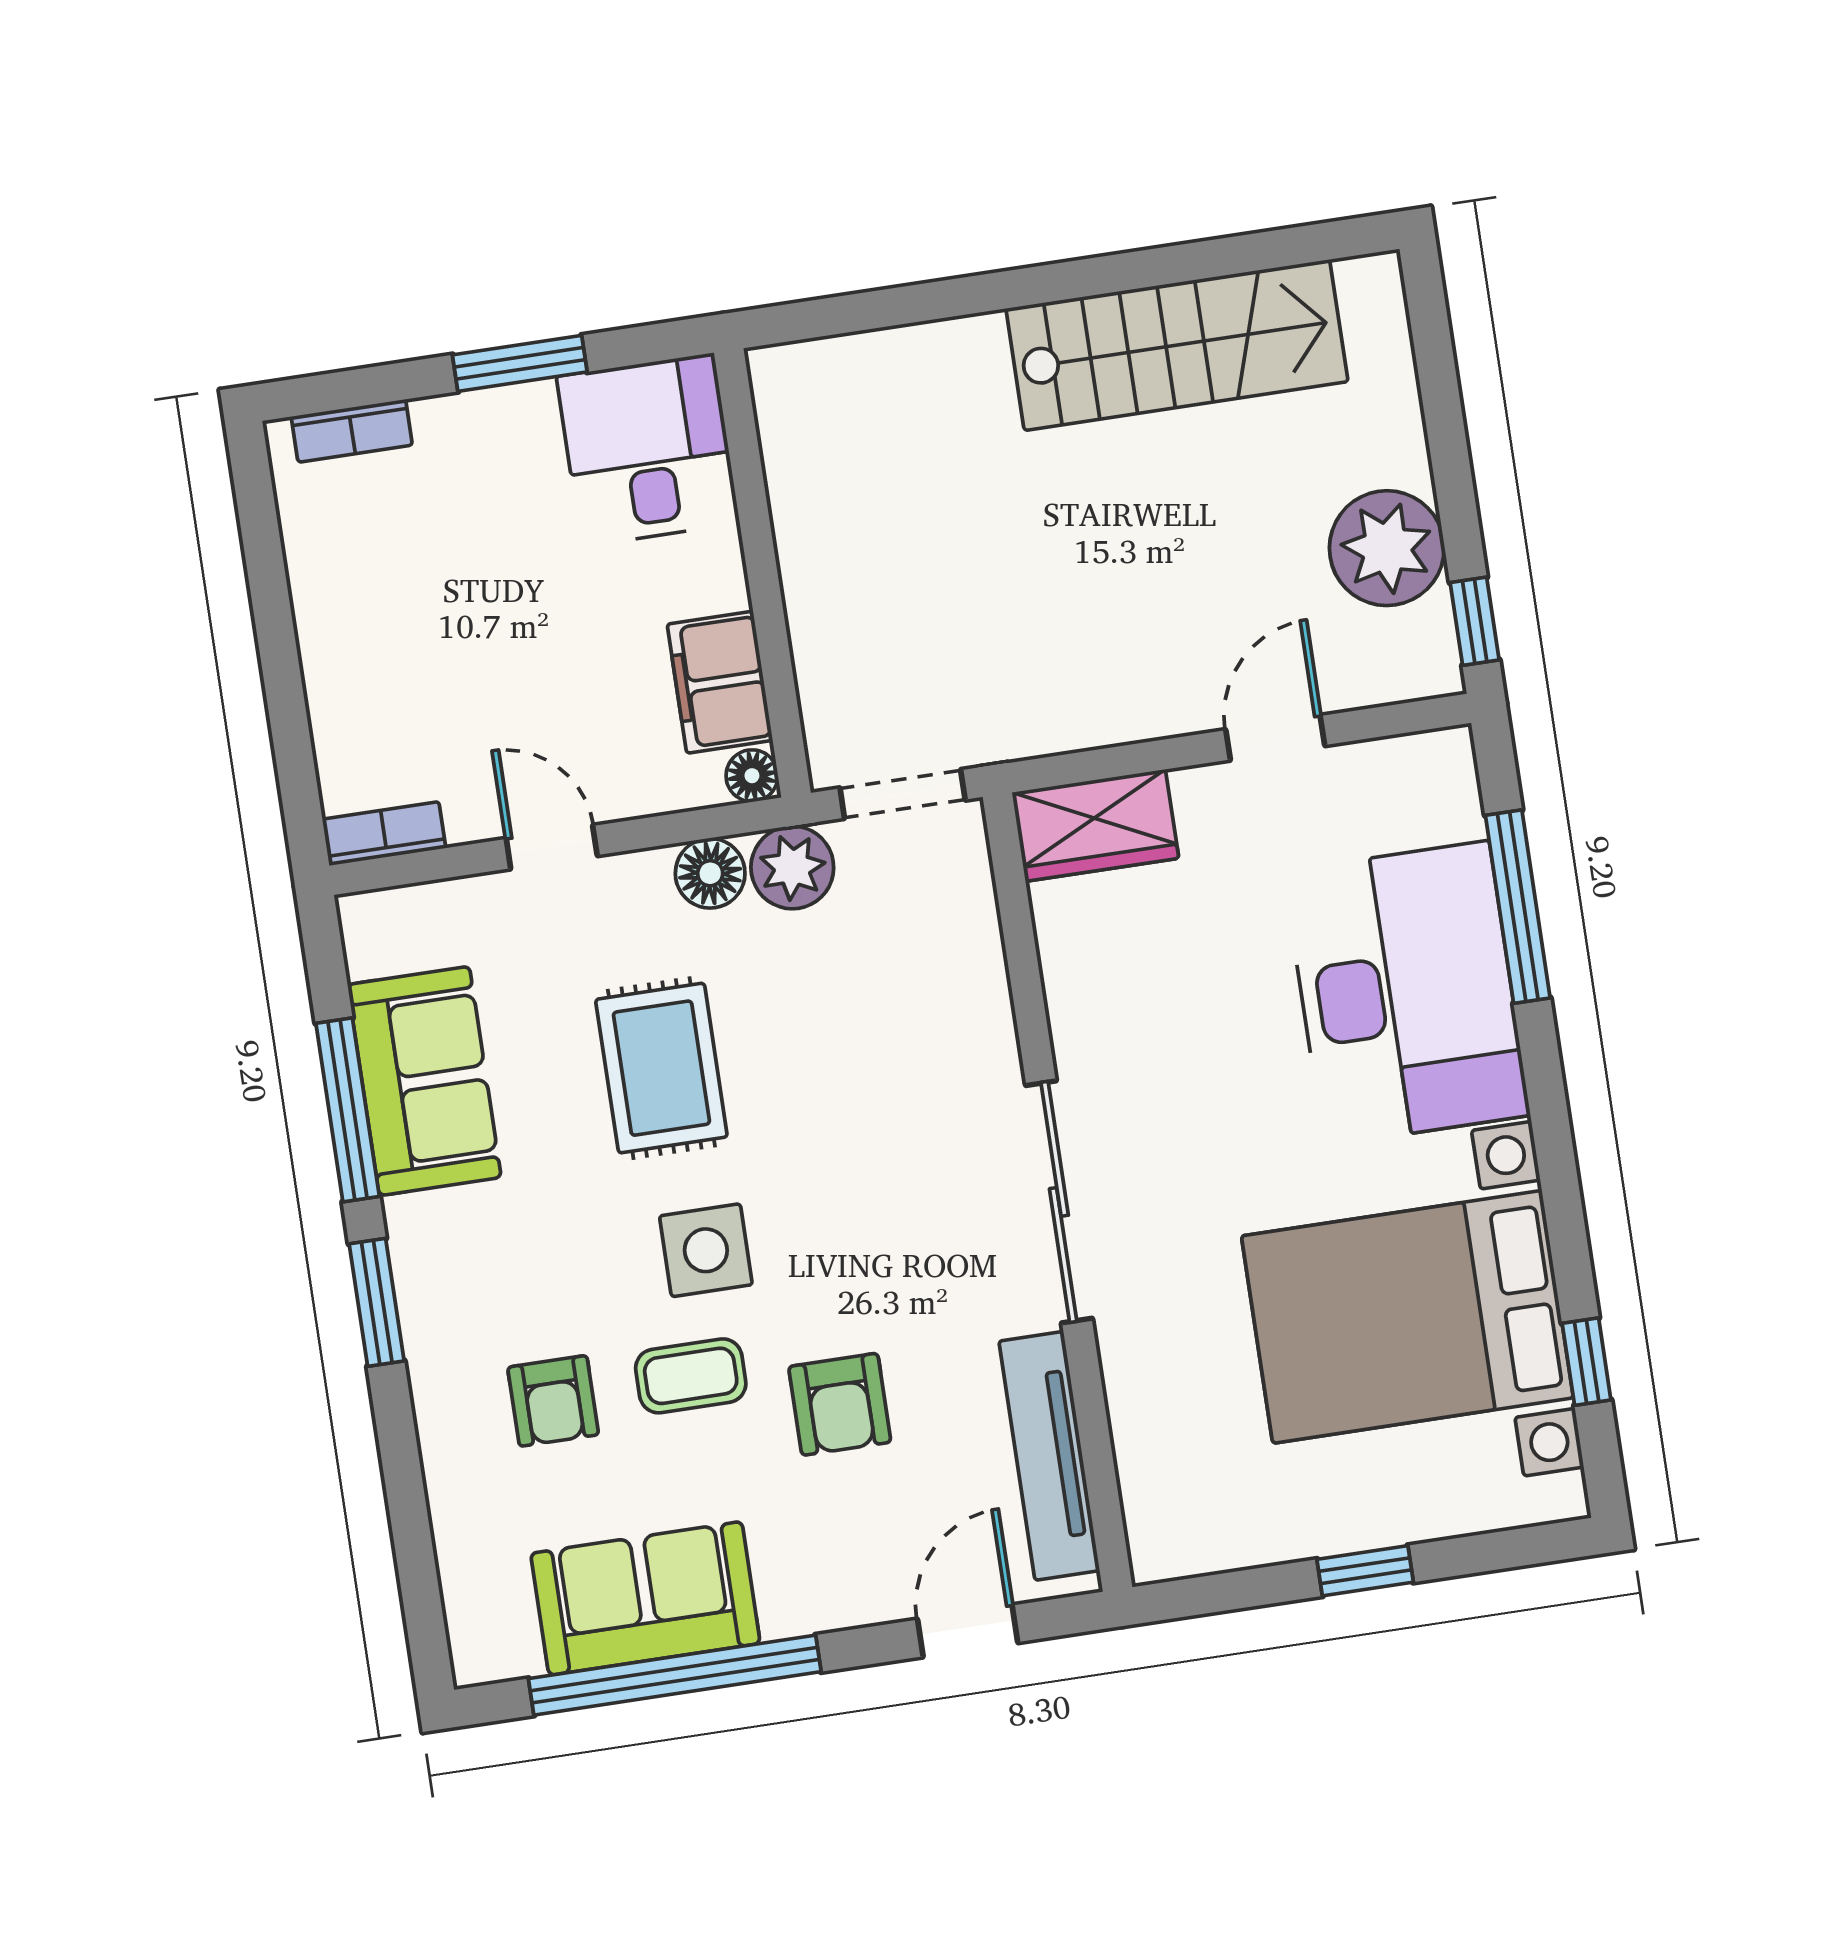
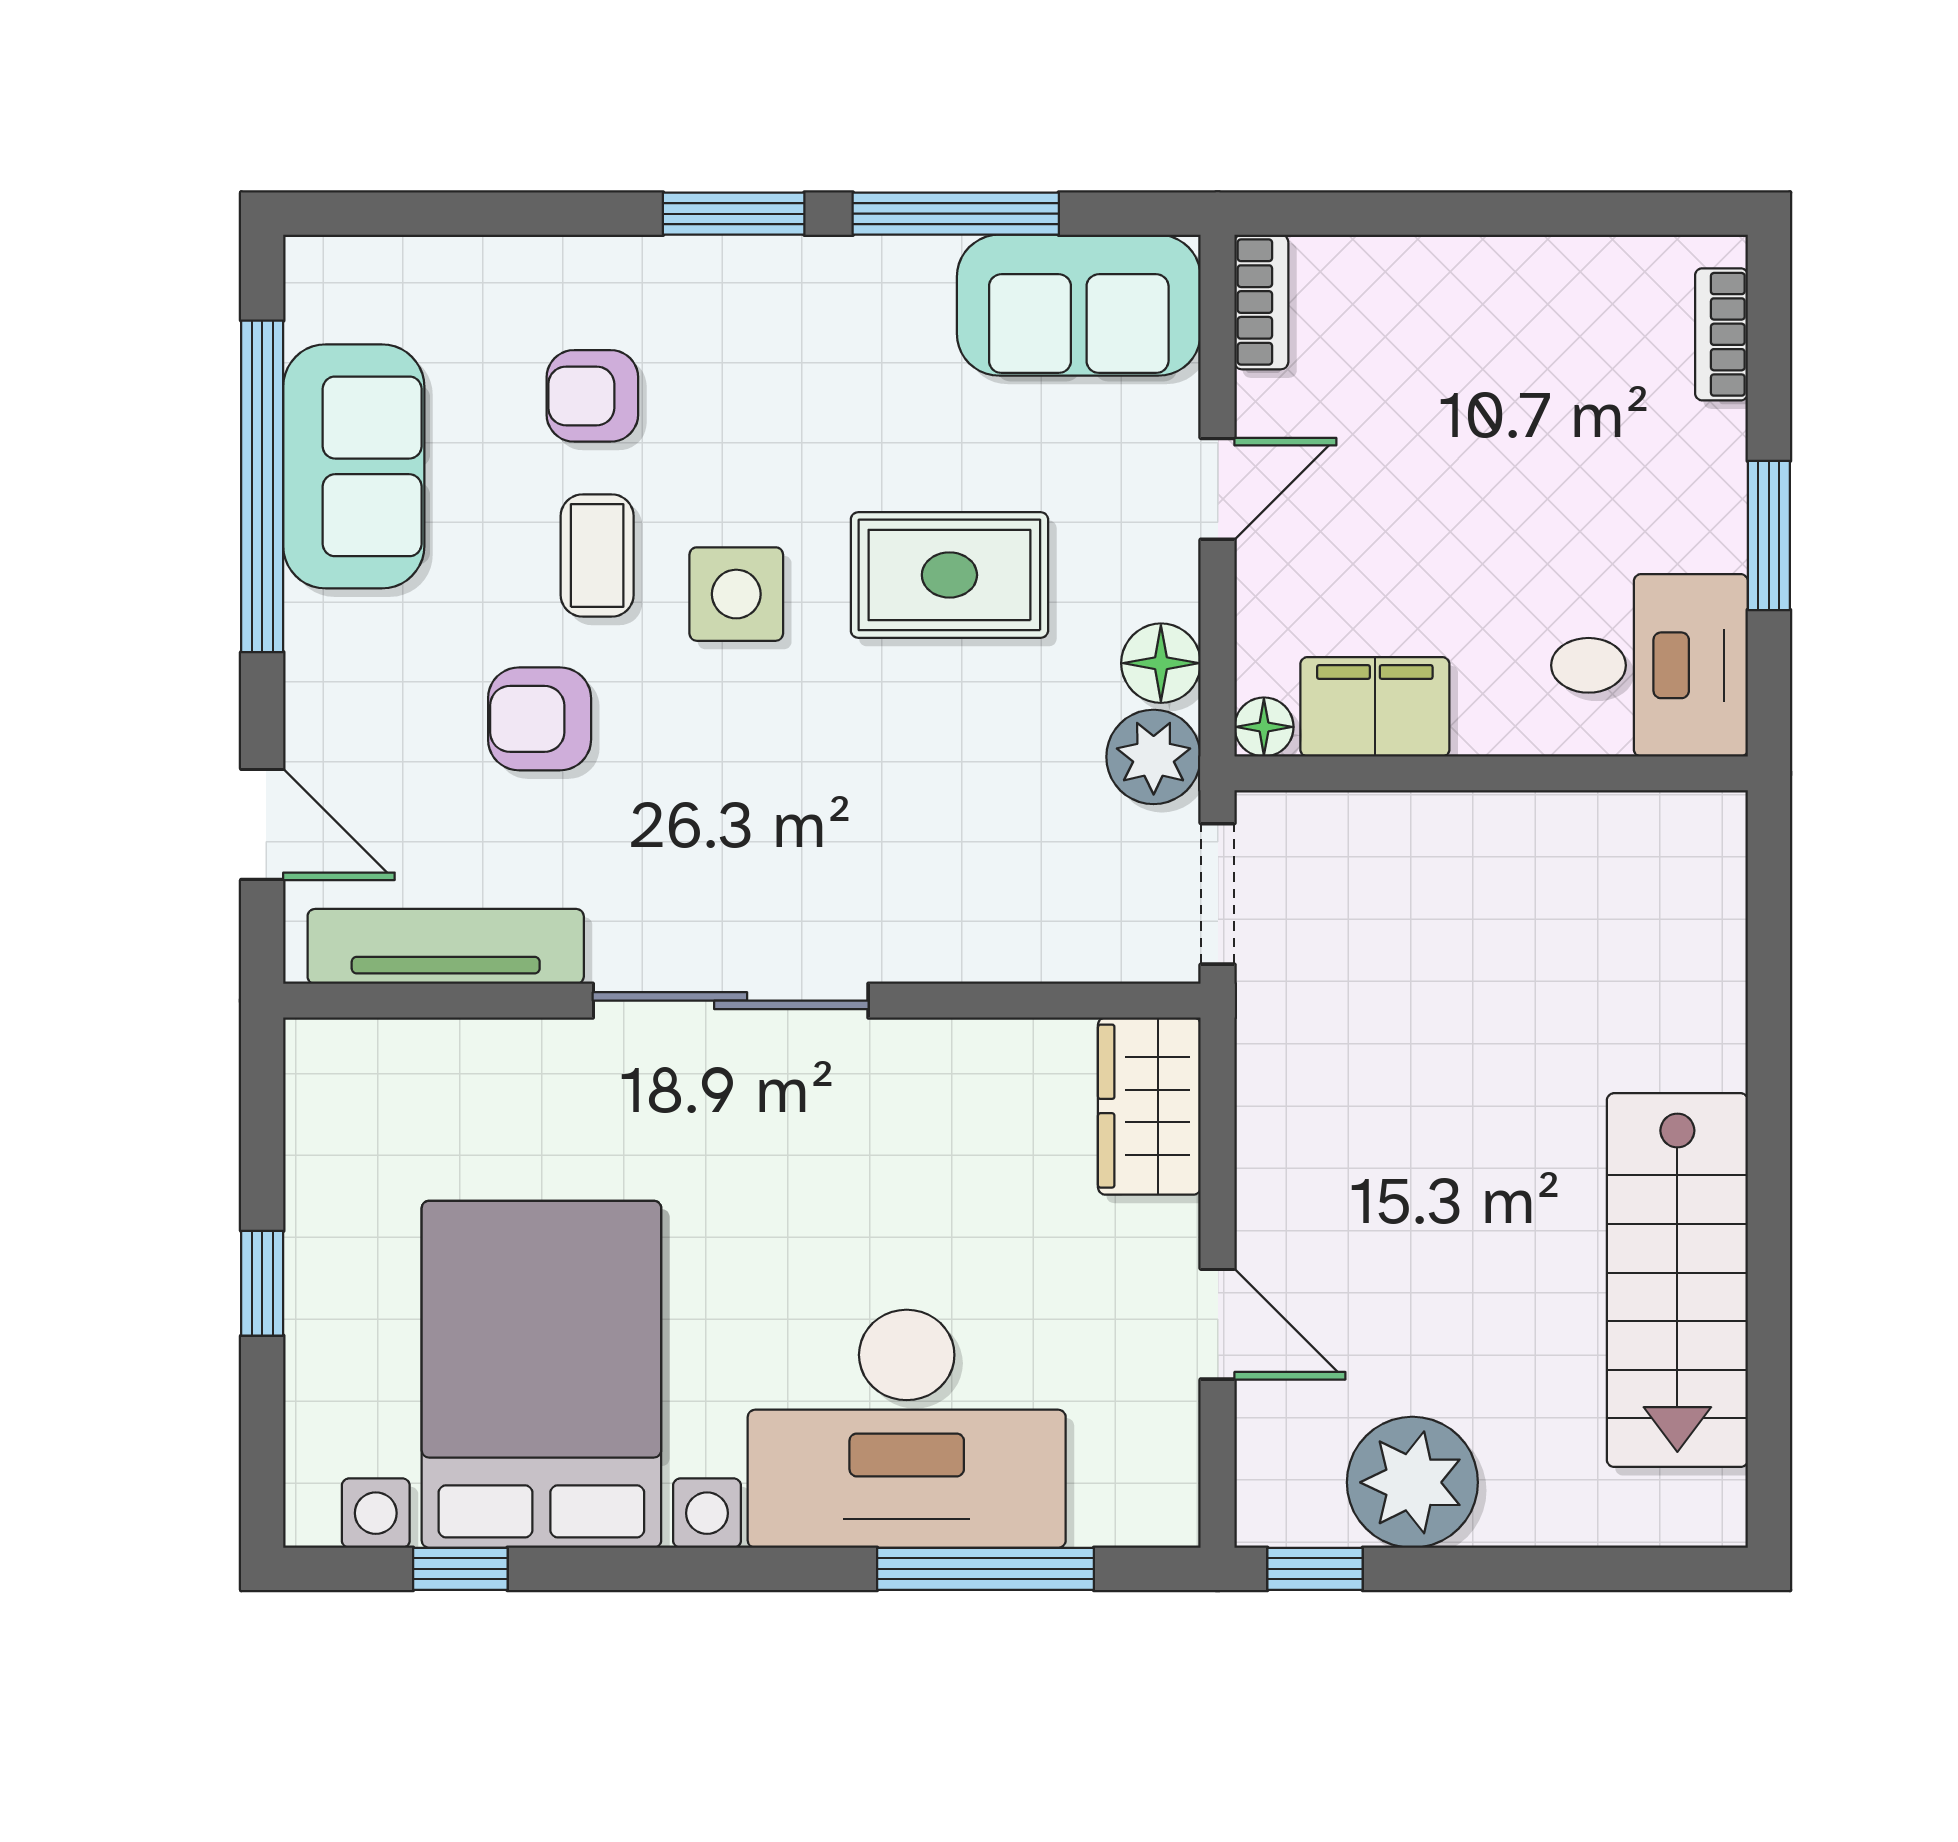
sofa: (424, 1081) -> (1079, 305), moved

